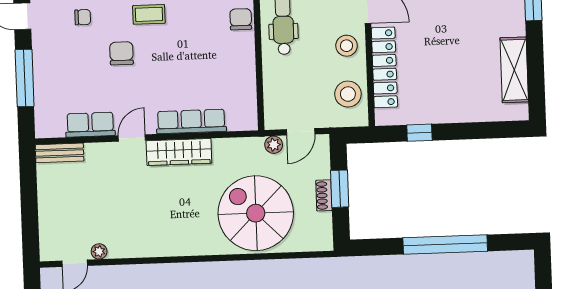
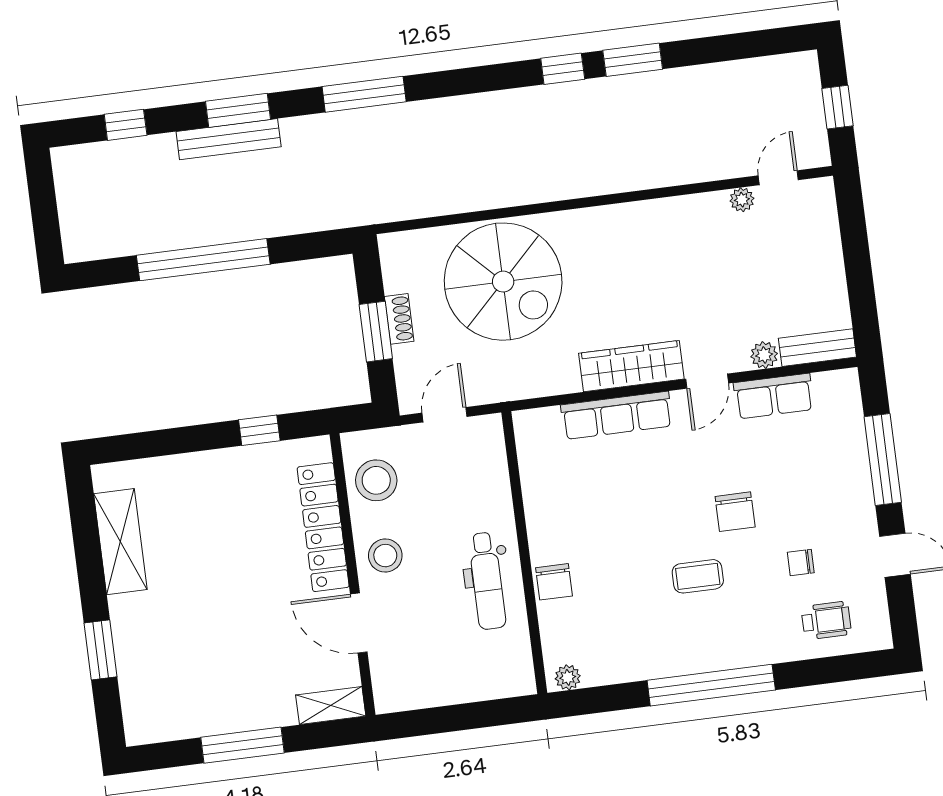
plant: (274, 145) -> (764, 355), moved

